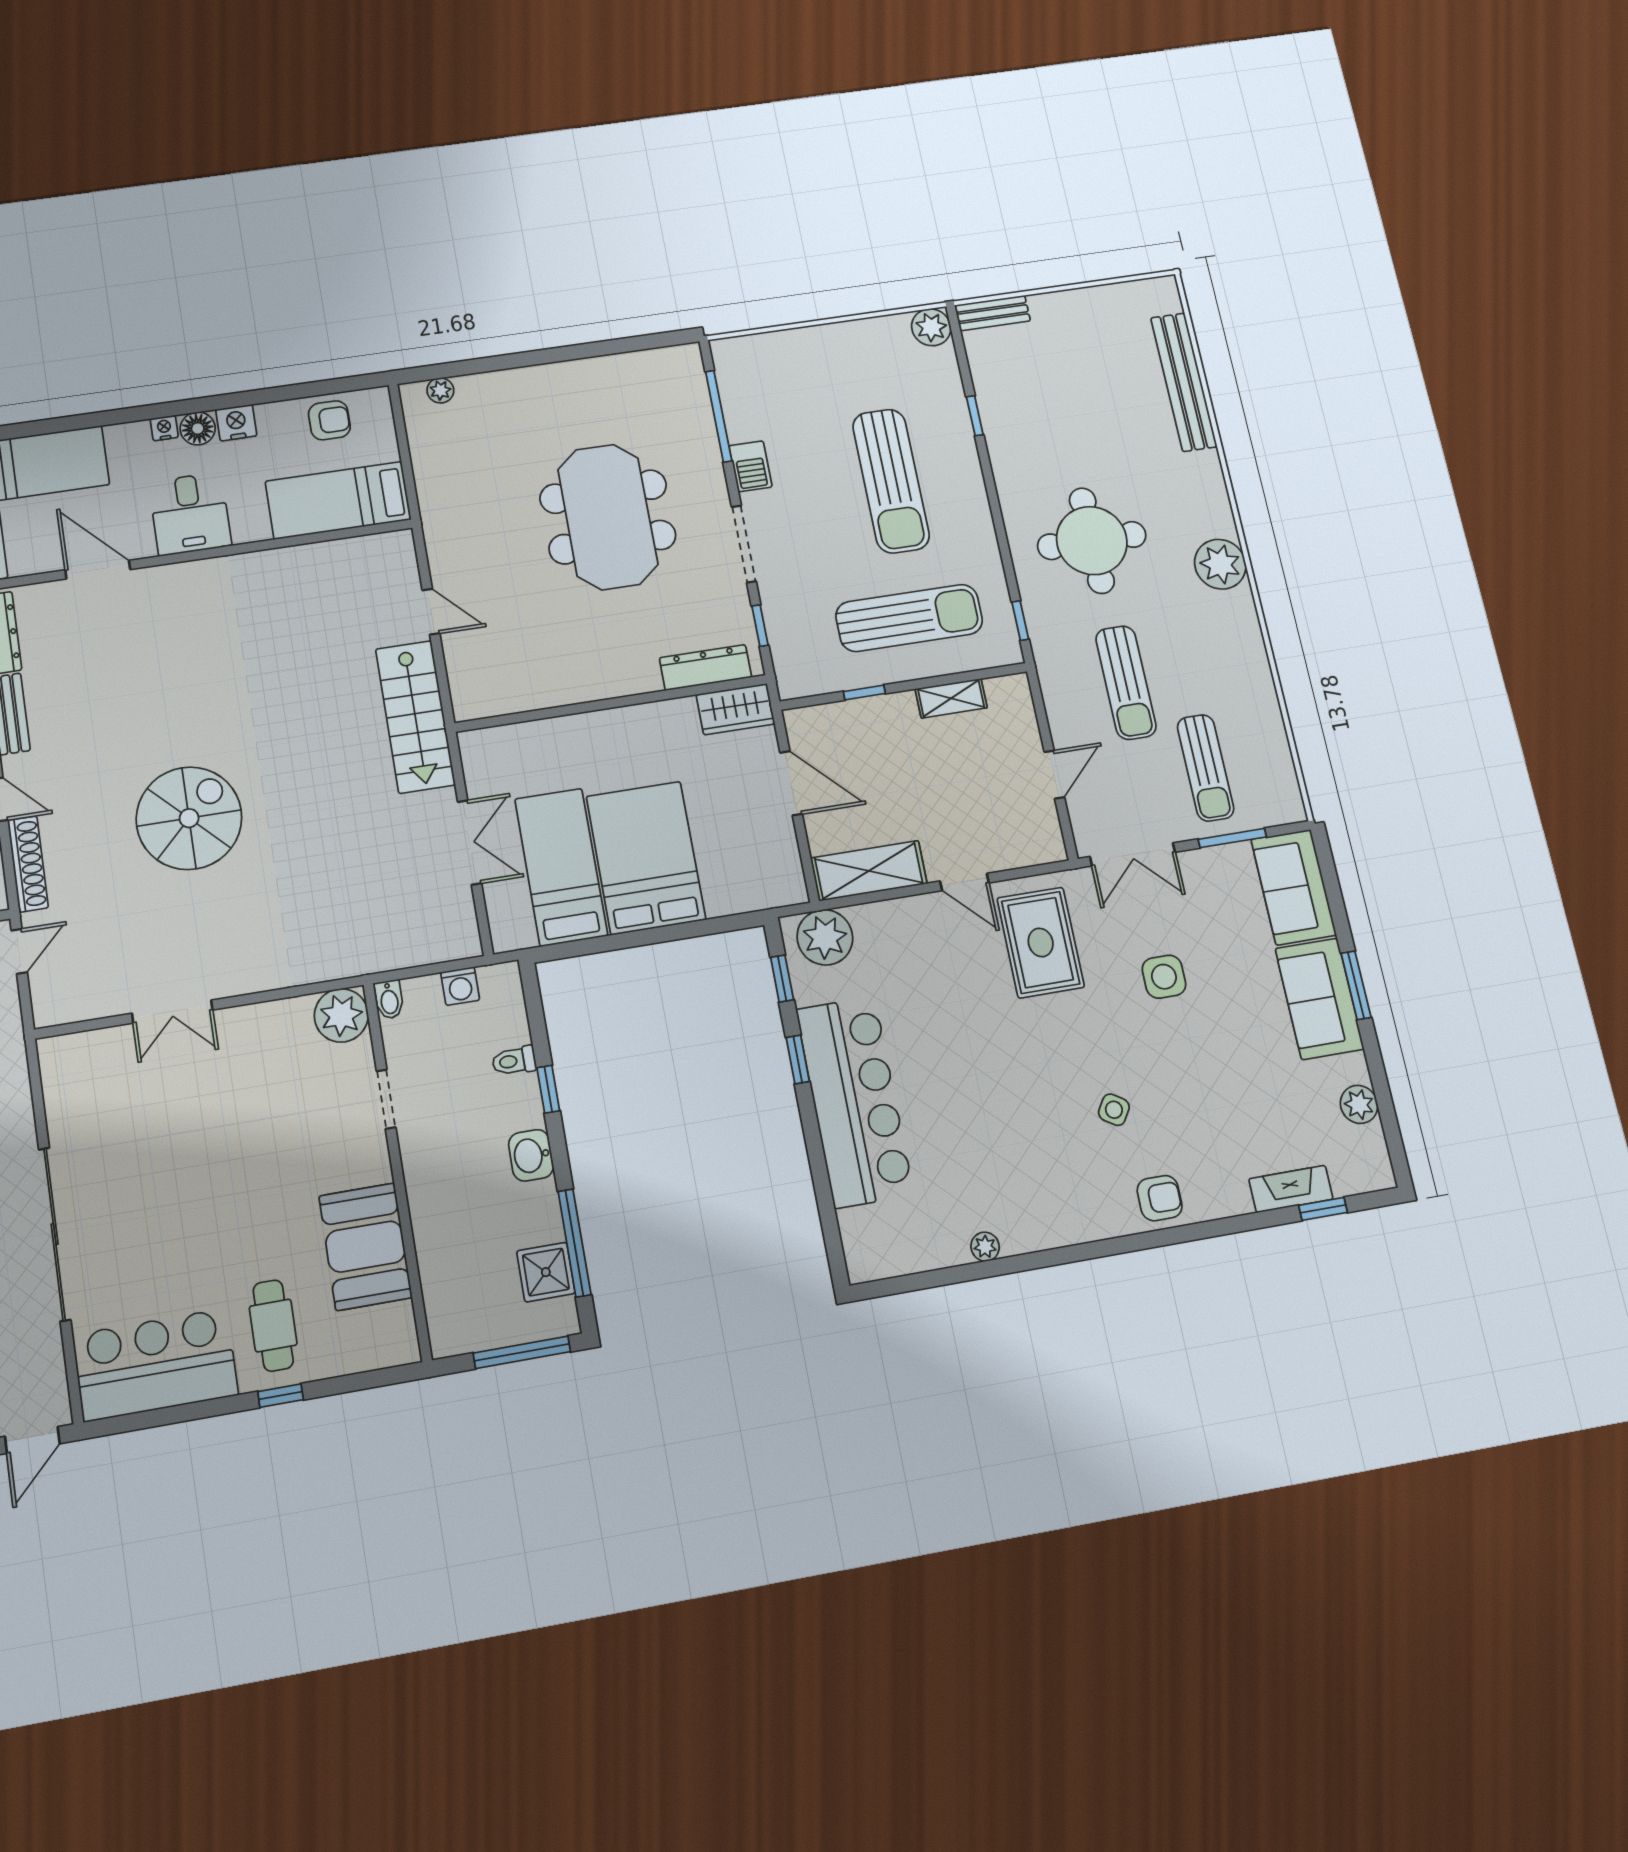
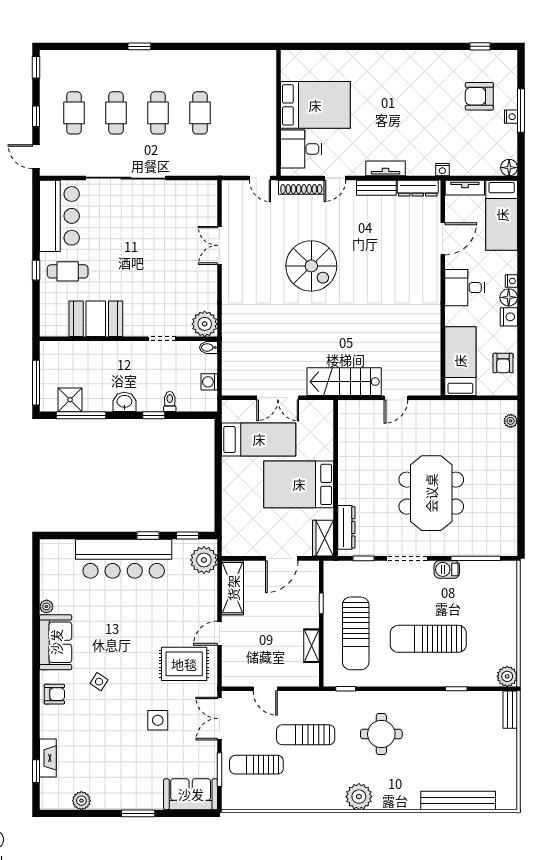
meeting table: (608, 517) -> (431, 493), turned 90
round table: (1092, 541) -> (381, 734), width x0.73, depth x0.73
bed: (646, 858) -> (299, 484), moved, turned 180
sofa: (1319, 999) -> (56, 642), moved, turned 90
armchair: (1160, 1198) -> (54, 694), turned -90

